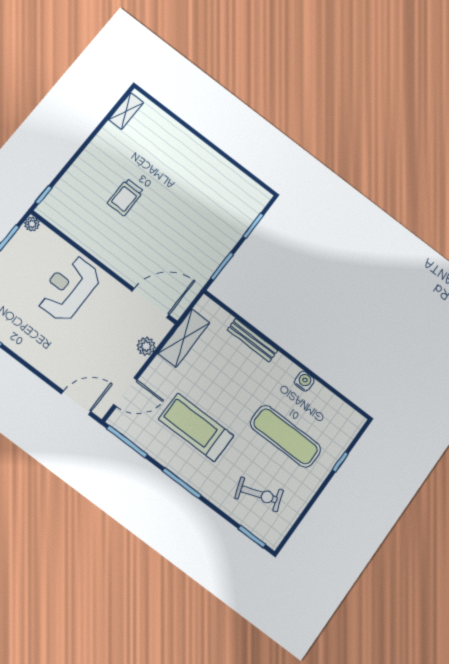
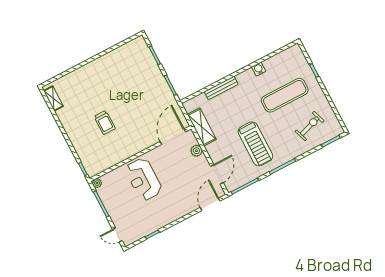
treadmill: (196, 427) -> (255, 144), turned -90

